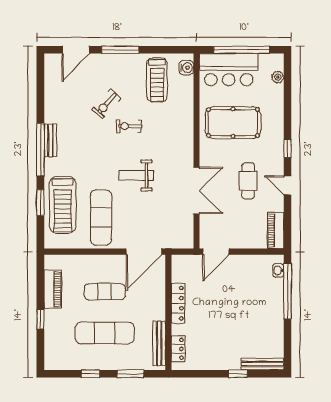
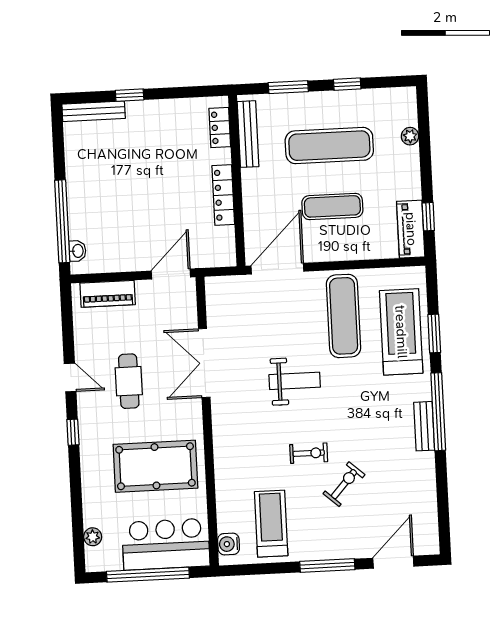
piano: (276, 230) -> (108, 294), moved, turned 90
piano: (53, 289) -> (411, 229), moved
window: (40, 320) -> (428, 217), moved
plant: (50, 337) -> (410, 136), added

